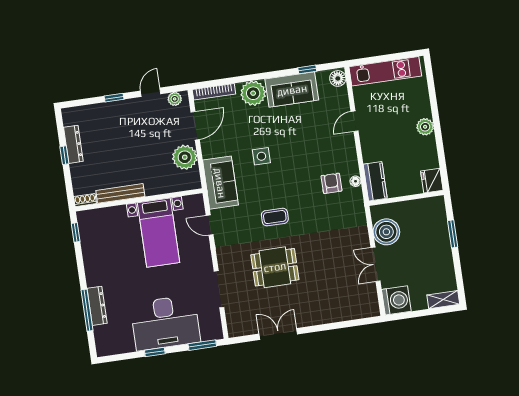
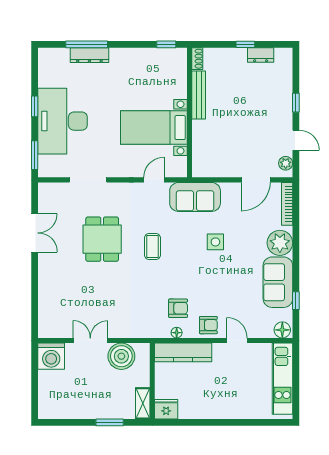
door: (195, 126) -> (256, 180), hinge flipped
plant: (425, 127) -> (221, 410), removed
dresser: (73, 144) -> (261, 55), width x0.70
armchair: (344, 151) -> (208, 325), added
plant: (185, 157) -> (226, 165), removed
kitchen counter: (375, 181) -> (183, 352), width x1.50
shelving: (443, 300) -> (143, 403), moved

